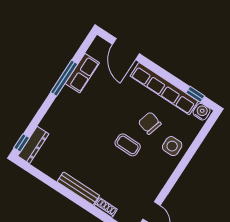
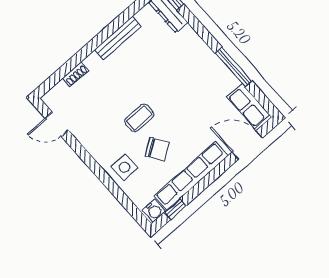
row of seats: (82, 73) -> (249, 106), moved
chair: (150, 123) -> (157, 149), turned 40
bench: (78, 189) -> (118, 38), moved

